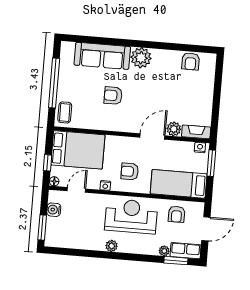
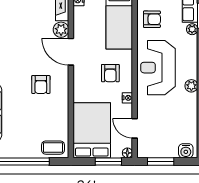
armchair: (113, 96) -> (41, 85), moved
window: (47, 163) -> (108, 162), width x1.50
water cooler: (54, 210) -> (186, 151), moved
window: (42, 227) -> (161, 162), moved

